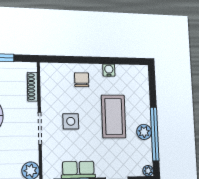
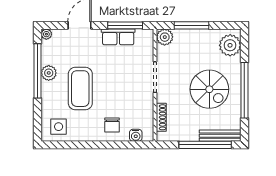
water cooler: (109, 70) -> (136, 135), moved
side table: (71, 121) -> (59, 127), moved

